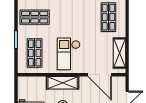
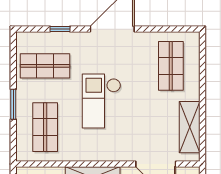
checkout: (69, 54) -> (101, 101), moved

